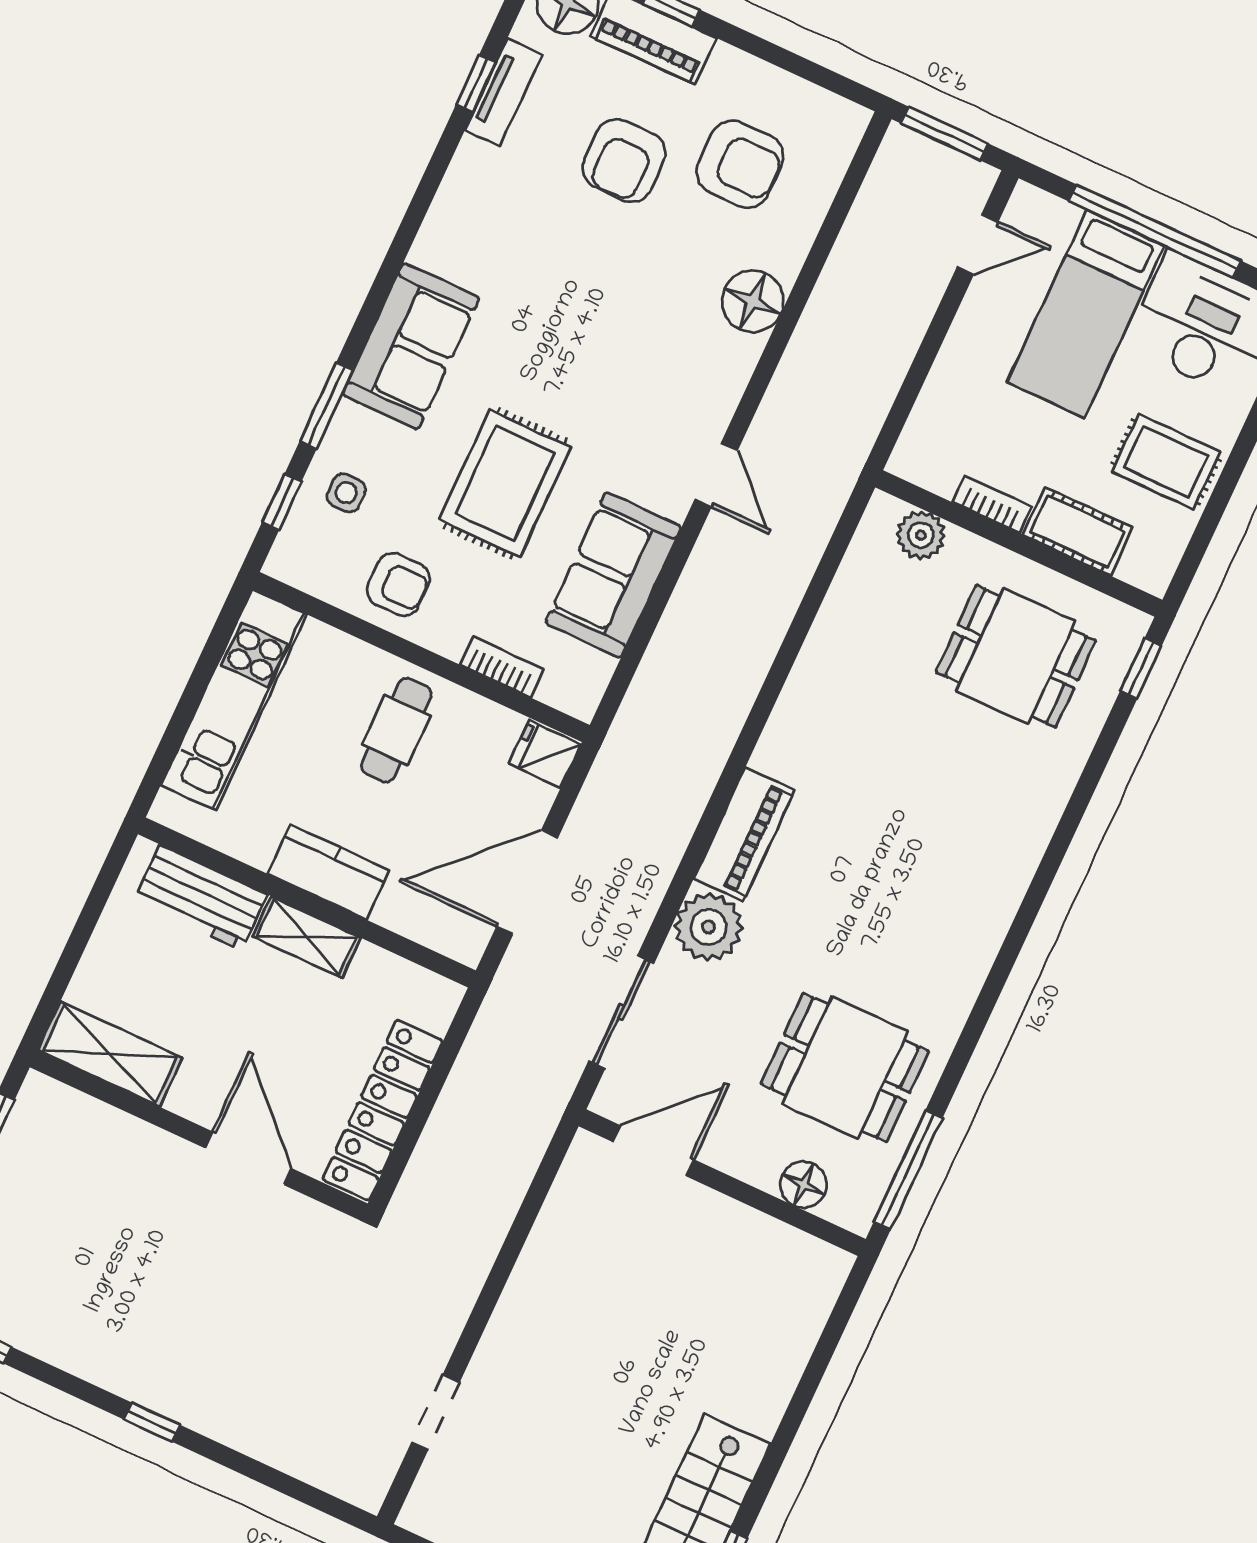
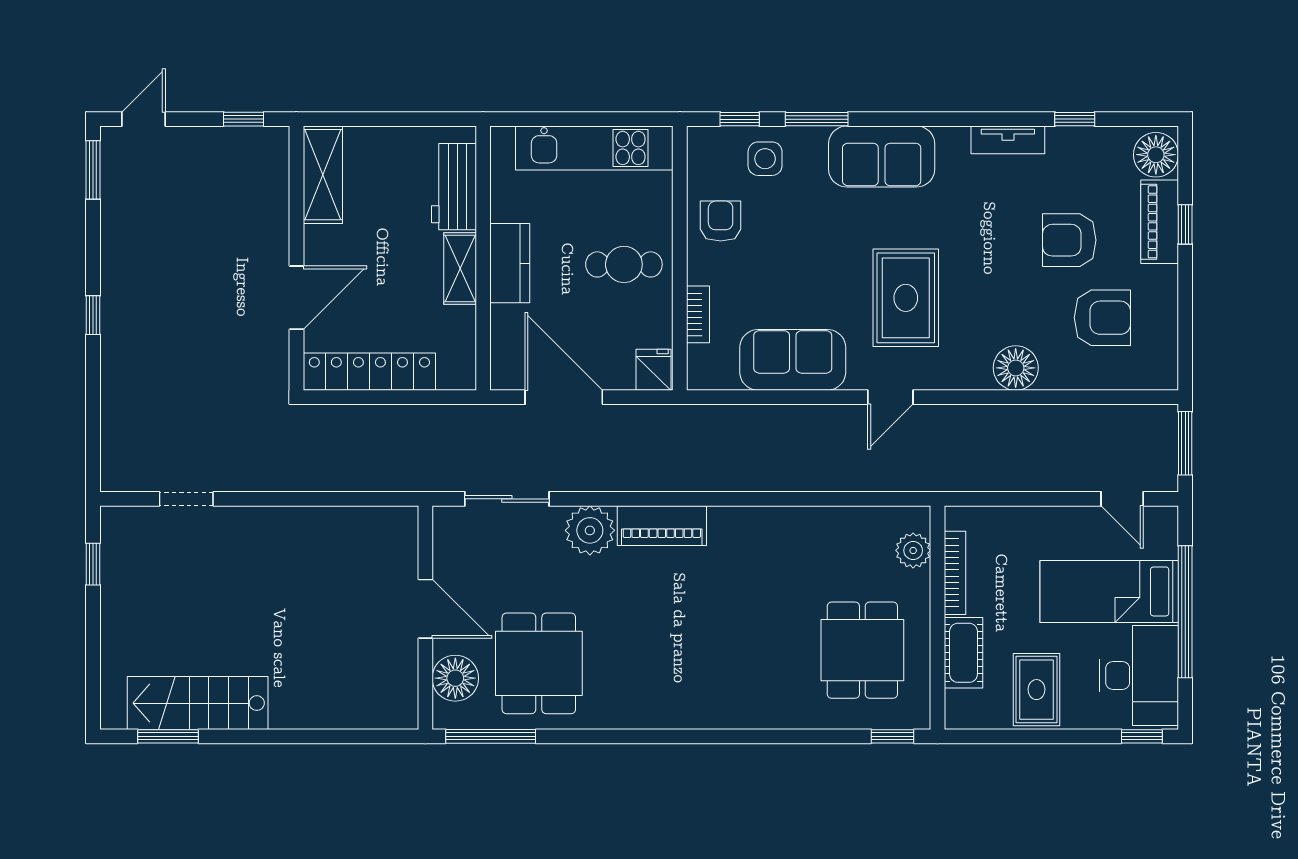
tv unit: (504, 92) -> (1008, 140), moved
armchair: (740, 164) -> (1102, 318), turned -90
rug: (505, 483) -> (906, 298), moved, turned 90
side table: (346, 493) -> (765, 159), width x1.37, depth x1.37
bookcase: (992, 505) -> (955, 573), width x1.56
armchair: (398, 585) -> (721, 221), turned 180
door: (653, 1151) -> (425, 609), moved
floor lamp: (804, 1185) -> (455, 678), width x1.38, depth x1.38

